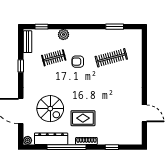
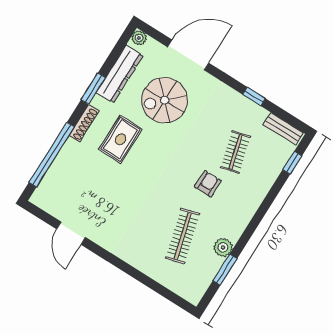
plant: (63, 35) -> (223, 247), moved
door: (144, 113) -> (71, 233), hinge flipped
window: (66, 147) -> (93, 89), width x0.47
window: (112, 147) -> (52, 155), width x3.17

